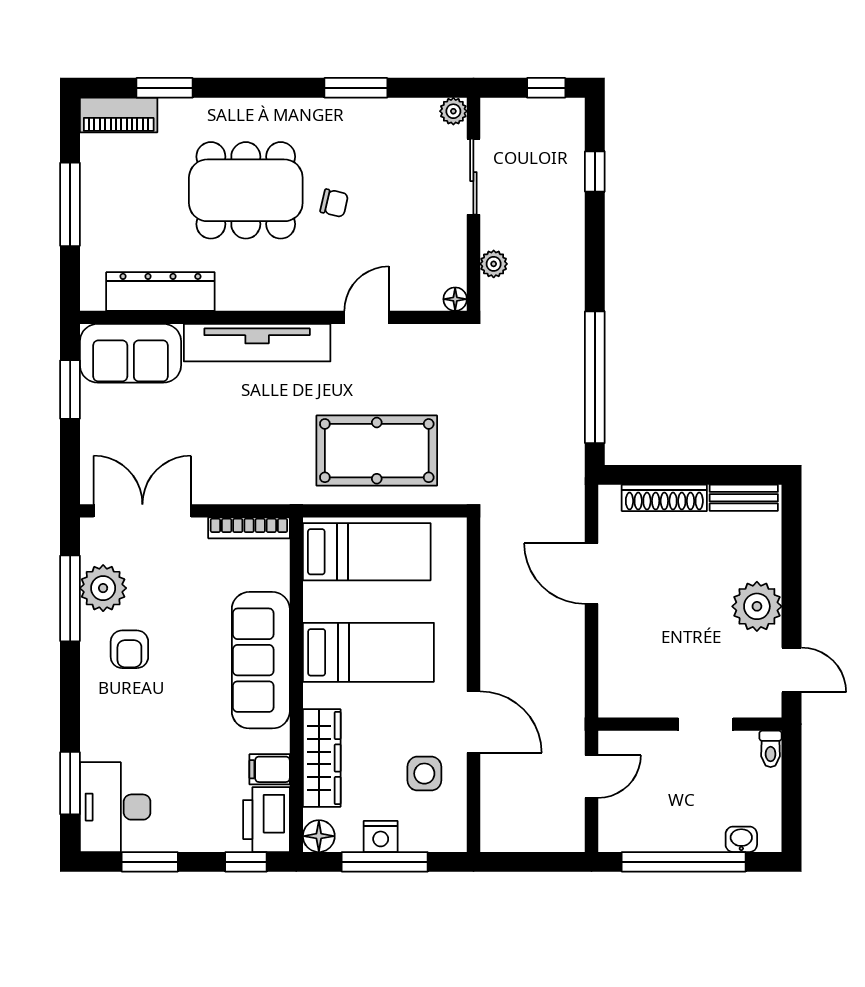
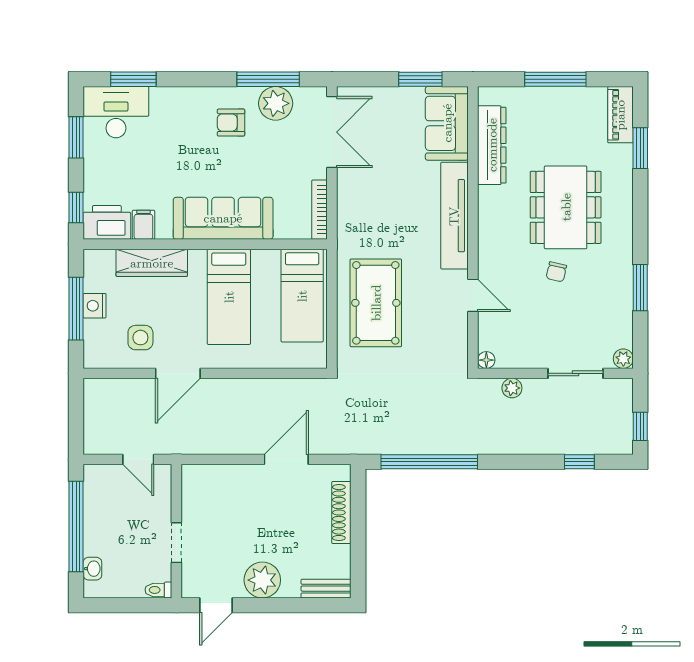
bench: (744, 498) -> (326, 589), moved, turned 90
floor lamp: (319, 836) -> (95, 261), removed

